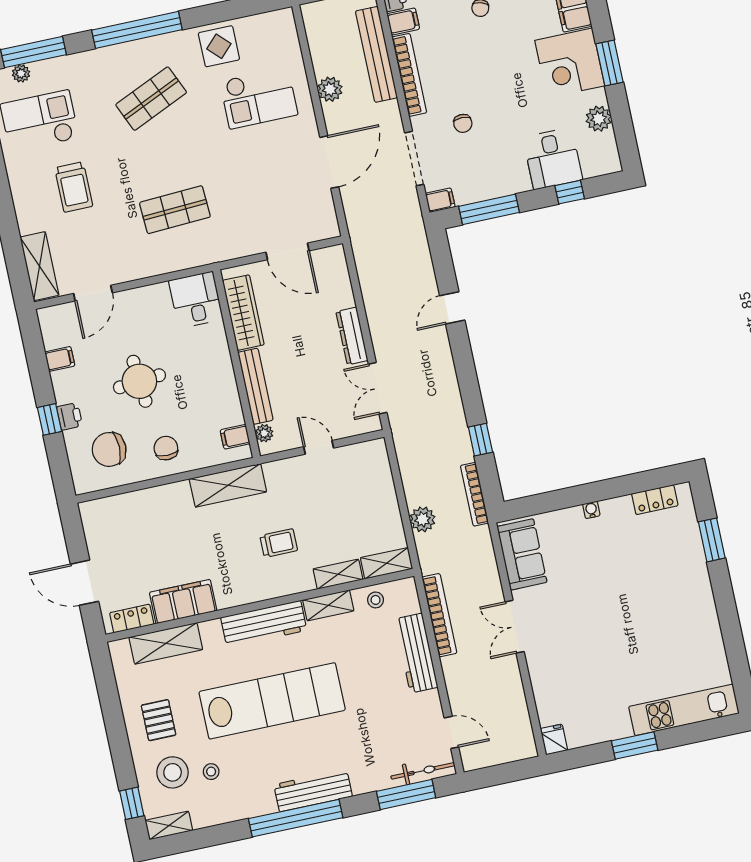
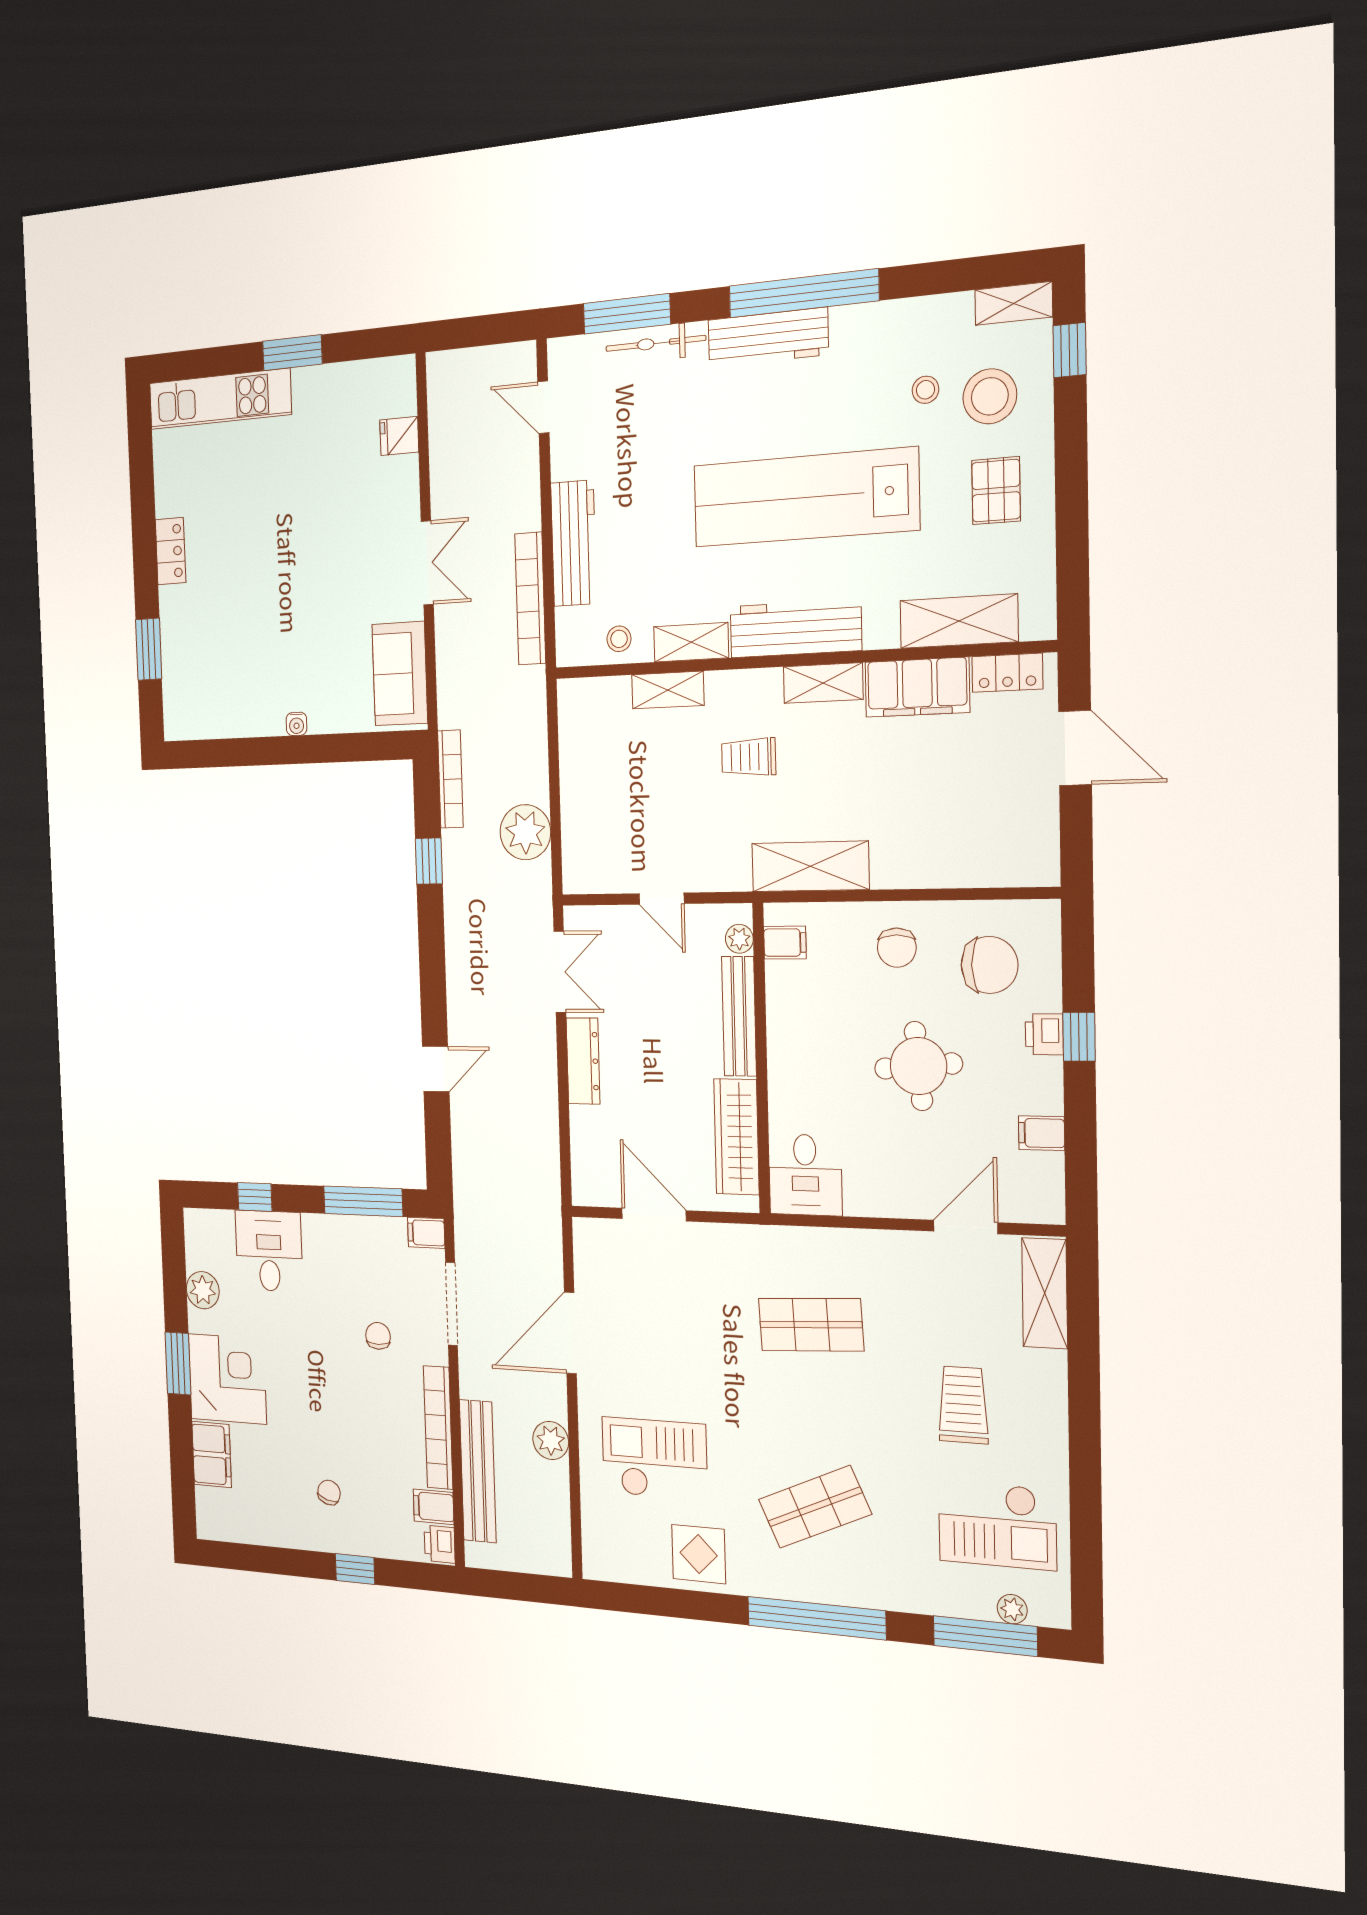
locker: (655, 500) -> (171, 551), moved, turned 90
plant: (422, 519) -> (525, 832), moved, width x1.36, depth x1.36
shelving: (387, 563) -> (823, 683), moved
fridge: (554, 739) -> (399, 436), moved, turned 90
bicycle: (423, 771) -> (656, 343), moved

